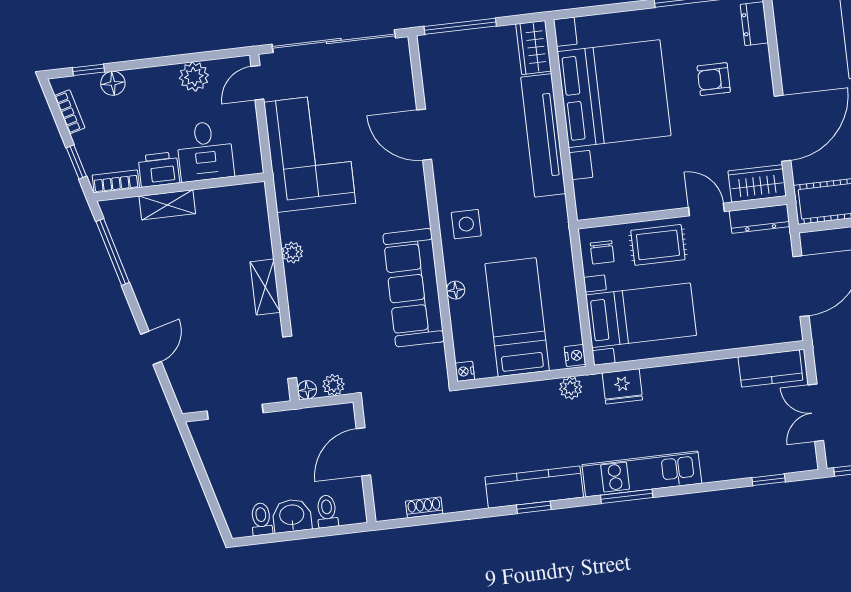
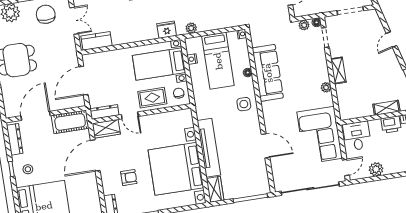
desk: (205, 151) -> (357, 136), moved
nightstand: (575, 355) -> (192, 59), moved

